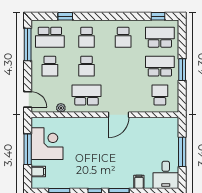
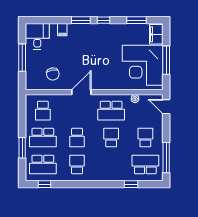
school desk: (87, 37) -> (77, 138), moved, turned 180
window: (182, 70) -> (22, 148), moved
chair: (149, 134) -> (53, 74), added
corner desk: (47, 144) -> (143, 65), width x1.36, depth x1.36
filing cabinet: (38, 172) -> (156, 34), width x2.00

